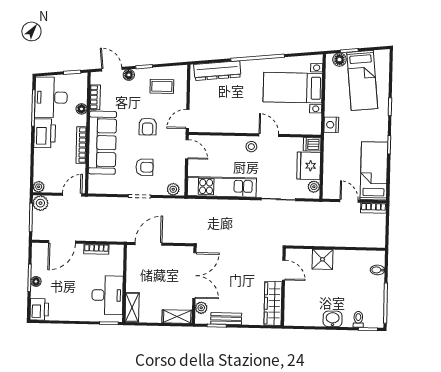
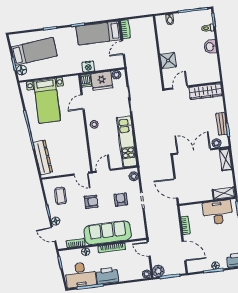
door: (112, 69) -> (53, 234), hinge flipped
nightstand: (331, 125) -> (88, 66), moved
door: (269, 135) -> (83, 102), moved

